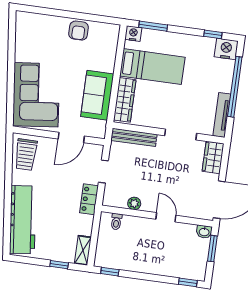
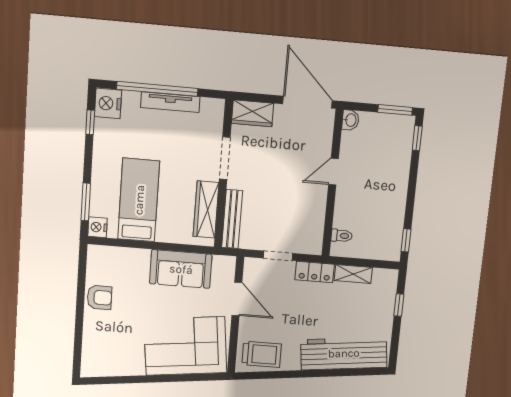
wardrobe: (125, 100) -> (206, 210), moved, turned -90
tv unit: (222, 115) -> (170, 102), moved
plant: (134, 203) -> (317, 214), removed
window: (212, 249) -> (395, 110), moved
shelving: (83, 250) -> (353, 274), moved

